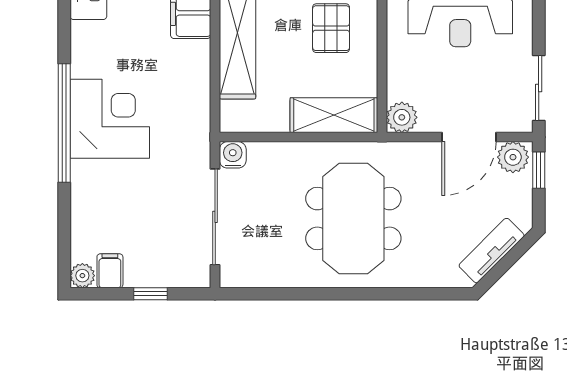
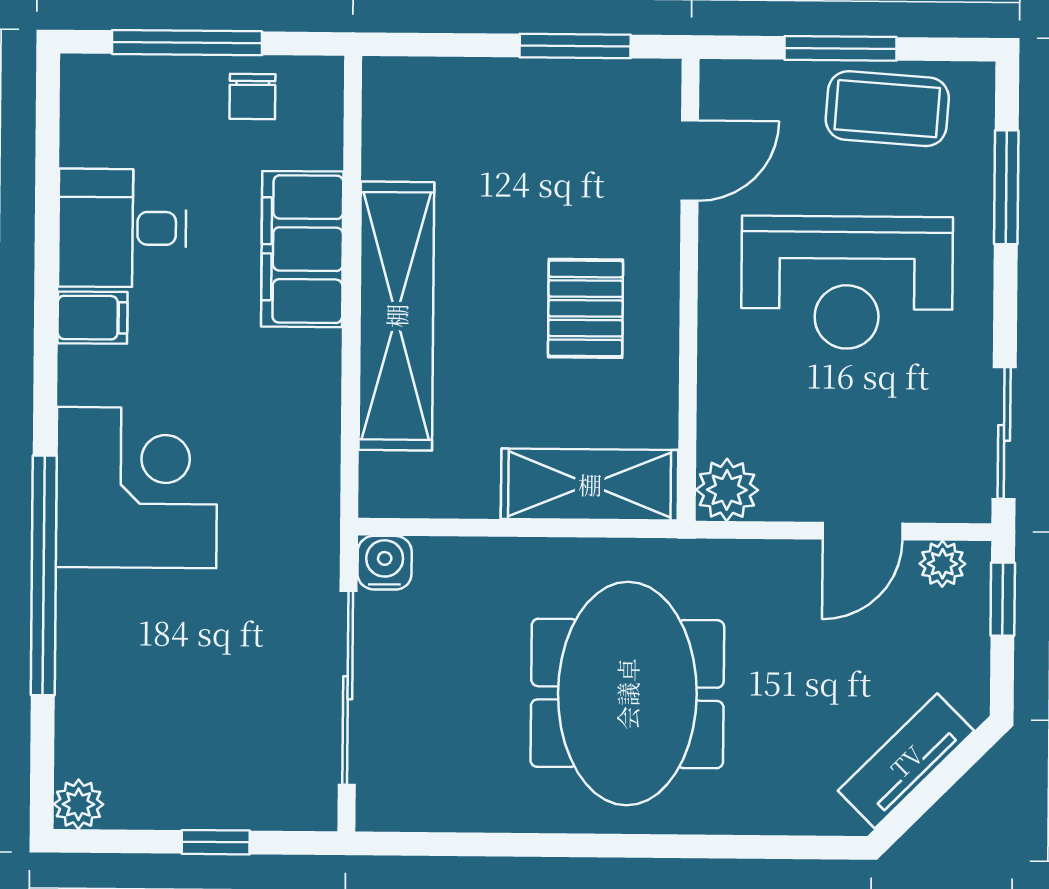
window: (64, 123) -> (44, 575), moved
door: (469, 137) -> (862, 531), width x0.73
plant: (513, 157) -> (942, 564), width x0.73, depth x0.73
filing cabinet: (110, 271) -> (92, 318), moved, turned 90

